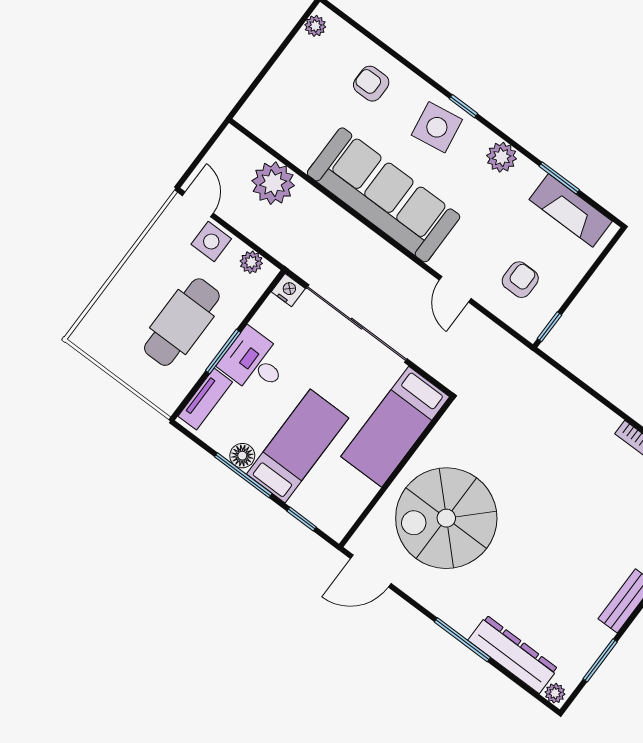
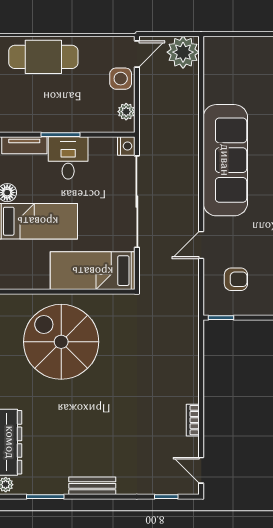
plant: (273, 183) -> (183, 52), moved
cafe table: (182, 322) -> (43, 57), moved

